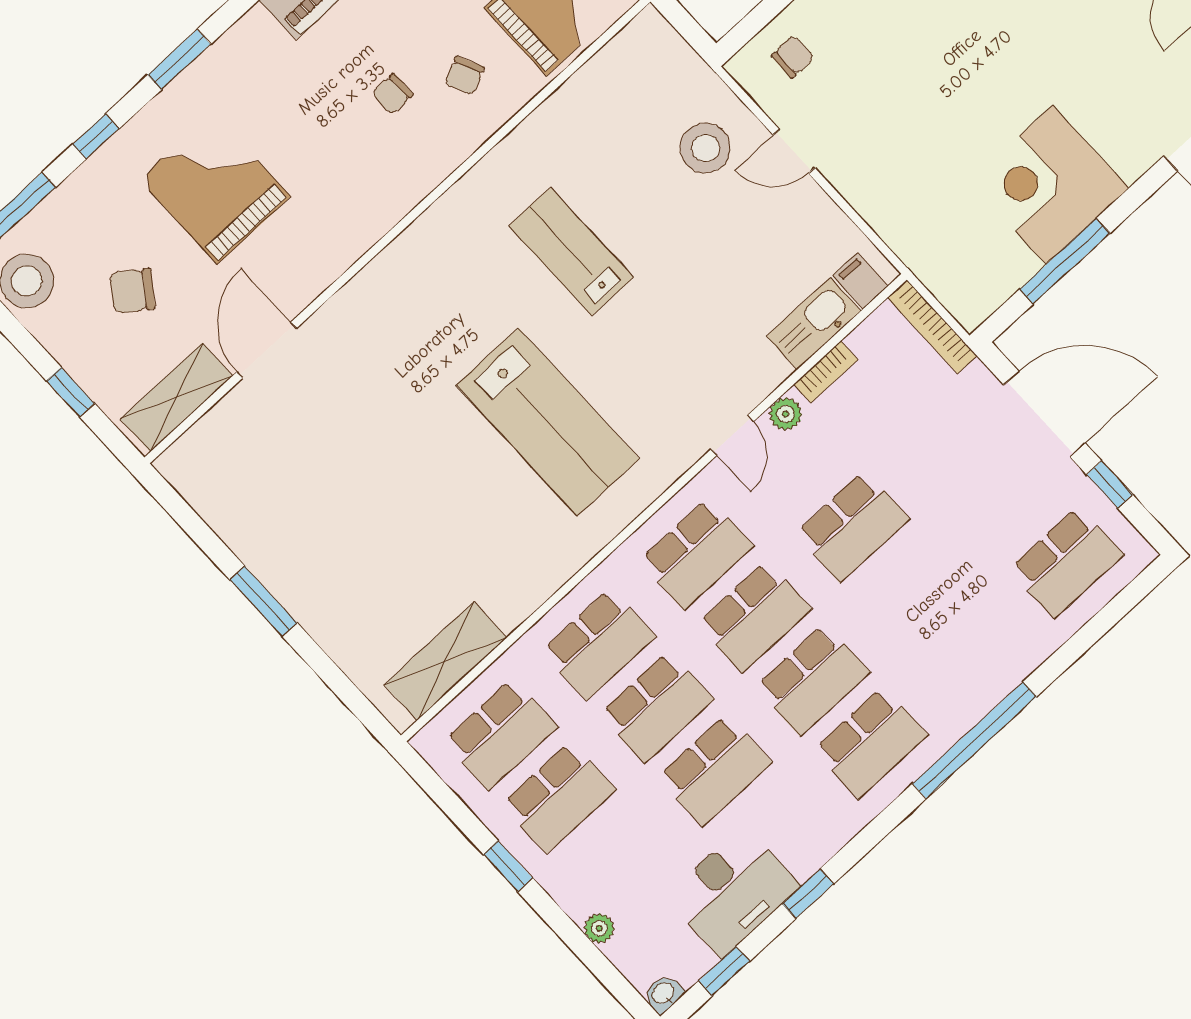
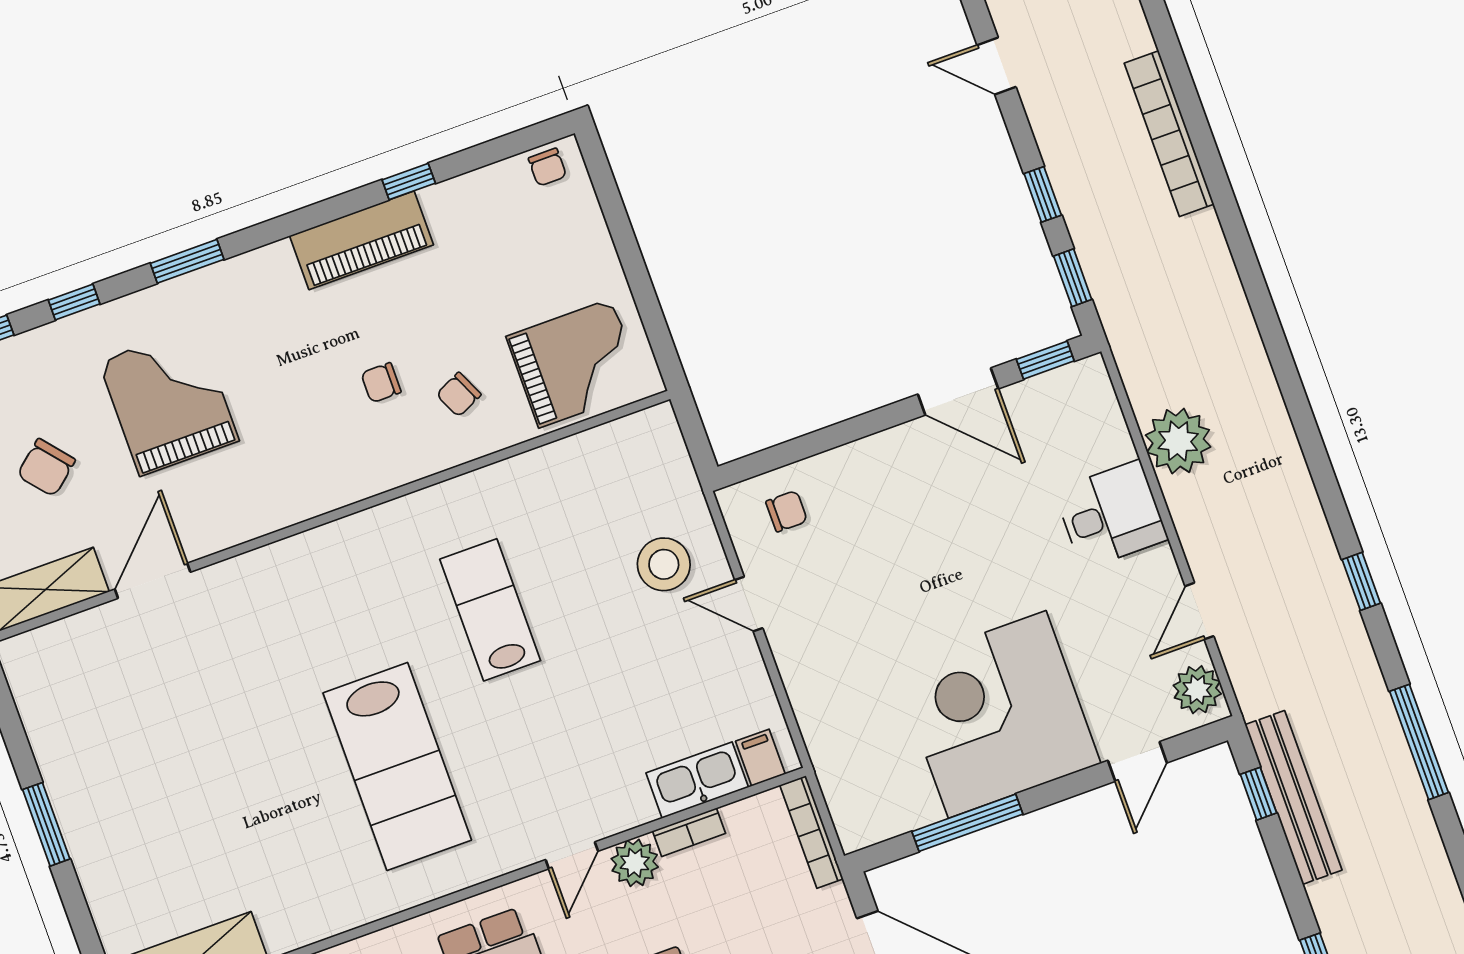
corner desk: (1050, 185) -> (997, 714), width x1.36, depth x1.36
chair: (132, 291) -> (46, 468), turned -76
plant: (786, 414) -> (635, 863), width x1.38, depth x1.38

